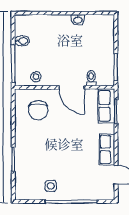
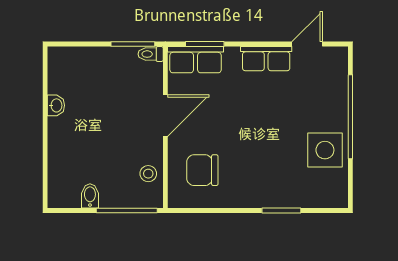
toilet: (91, 78) -> (151, 54), moved
chair: (38, 110) -> (202, 170), turned 180
side table: (51, 186) -> (325, 150), width x1.87, depth x1.87

